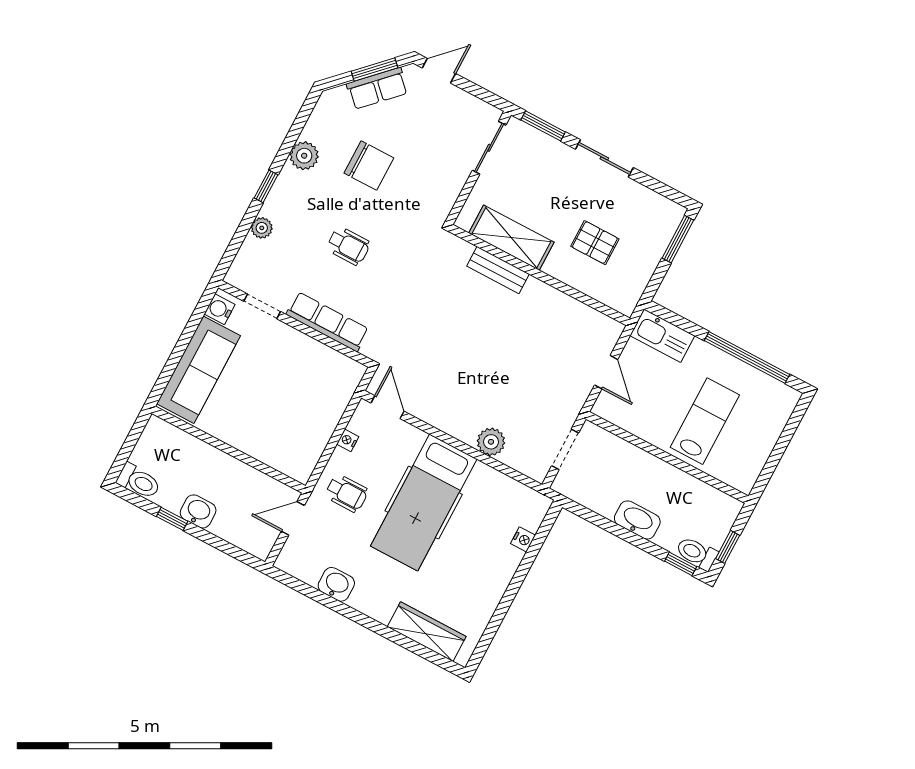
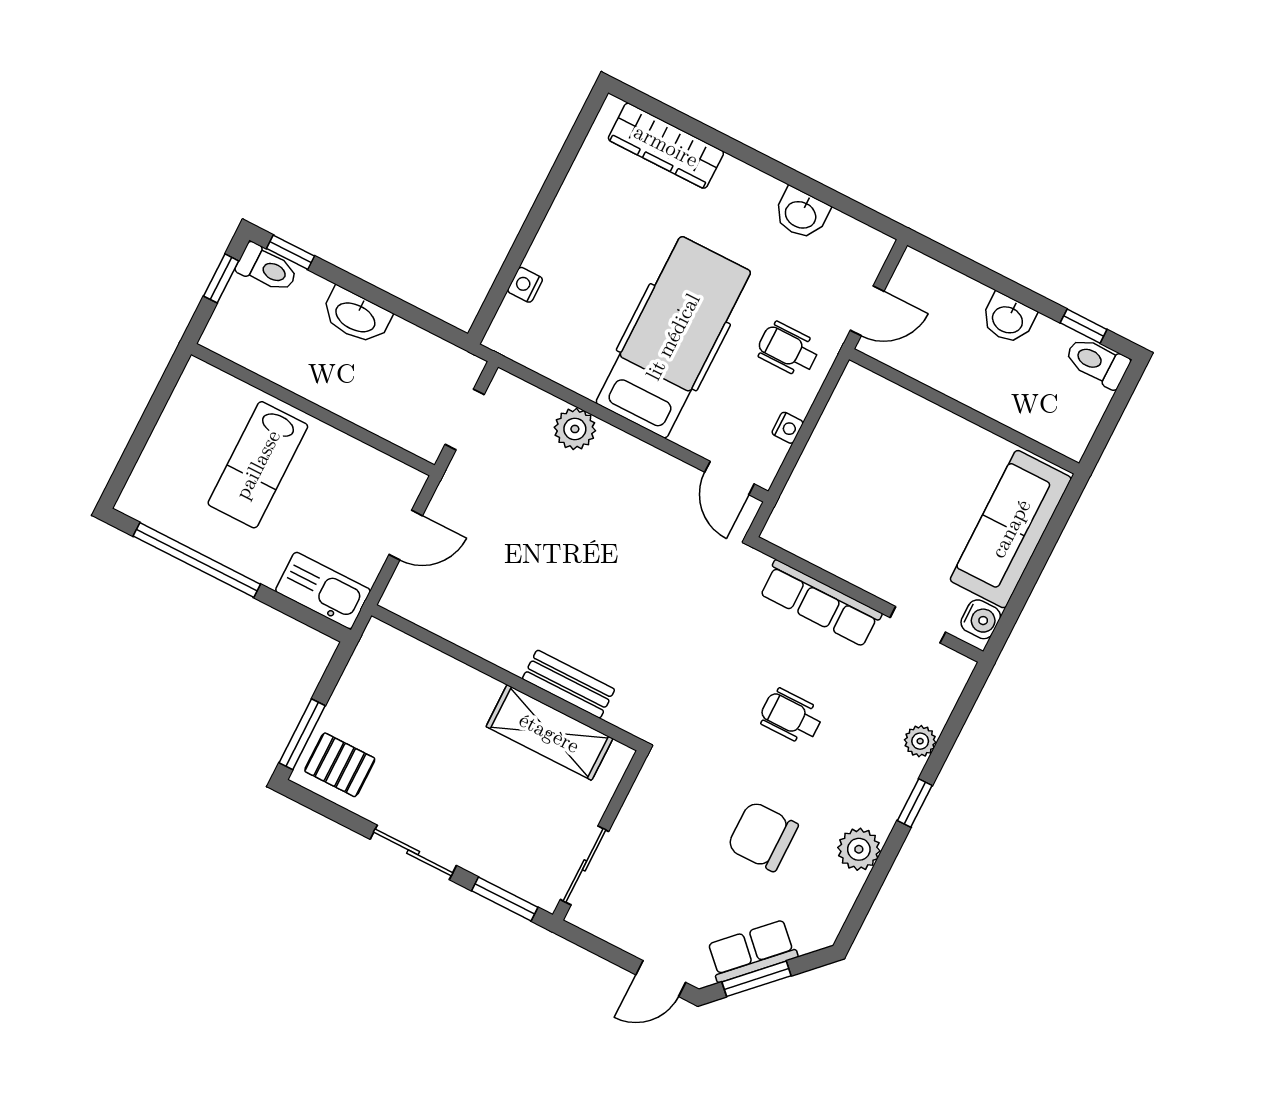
pallet: (595, 243) -> (340, 765), moved
door: (606, 372) -> (406, 535), swing flipped
window: (172, 519) -> (1084, 326), moved

